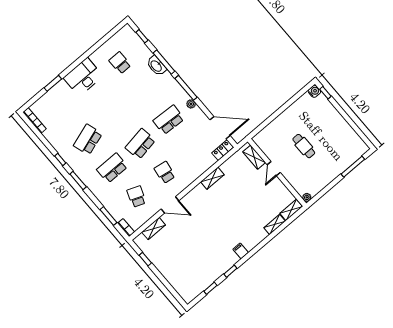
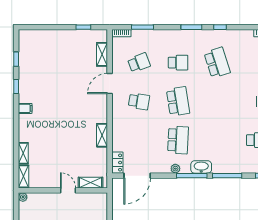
washbasin: (156, 66) -> (201, 167), moved
school desk: (112, 168) -> (178, 63), width x0.54
school desk: (137, 197) -> (139, 63), turned -42

